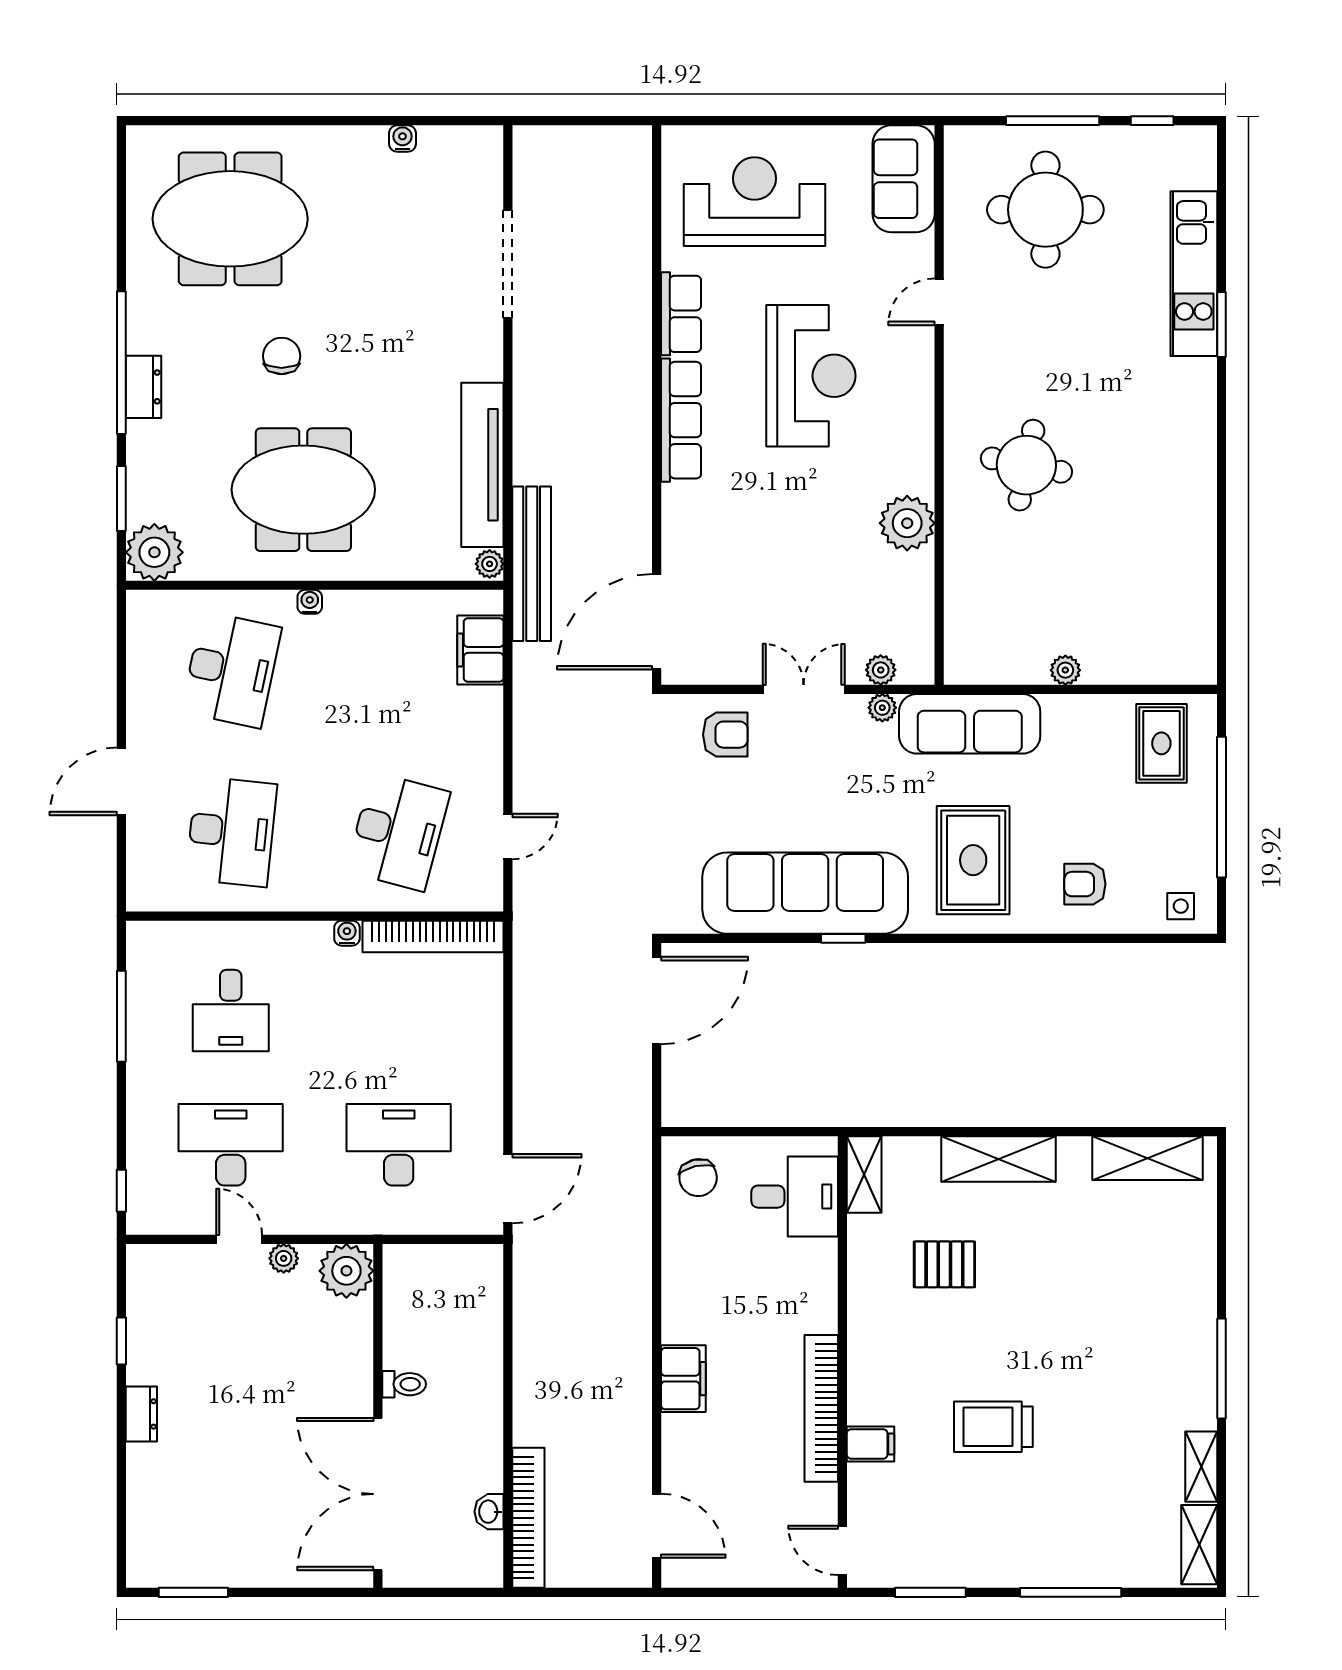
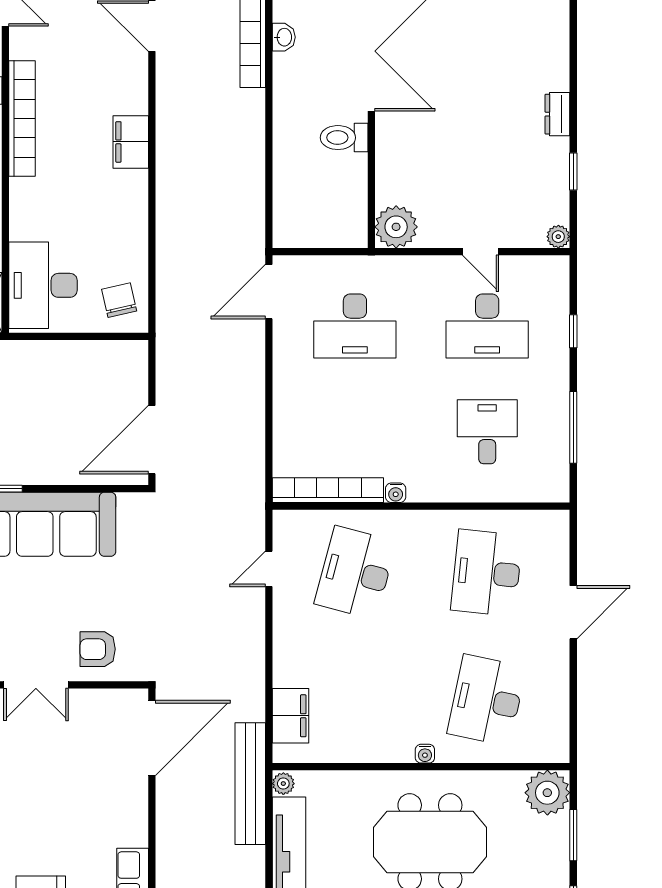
window: (121, 1191) -> (573, 331), moved
desk: (795, 1197) -> (43, 285), width x1.37
plant: (284, 1258) -> (558, 237), moved
toilet: (404, 1384) -> (344, 138), width x1.37, depth x1.39

